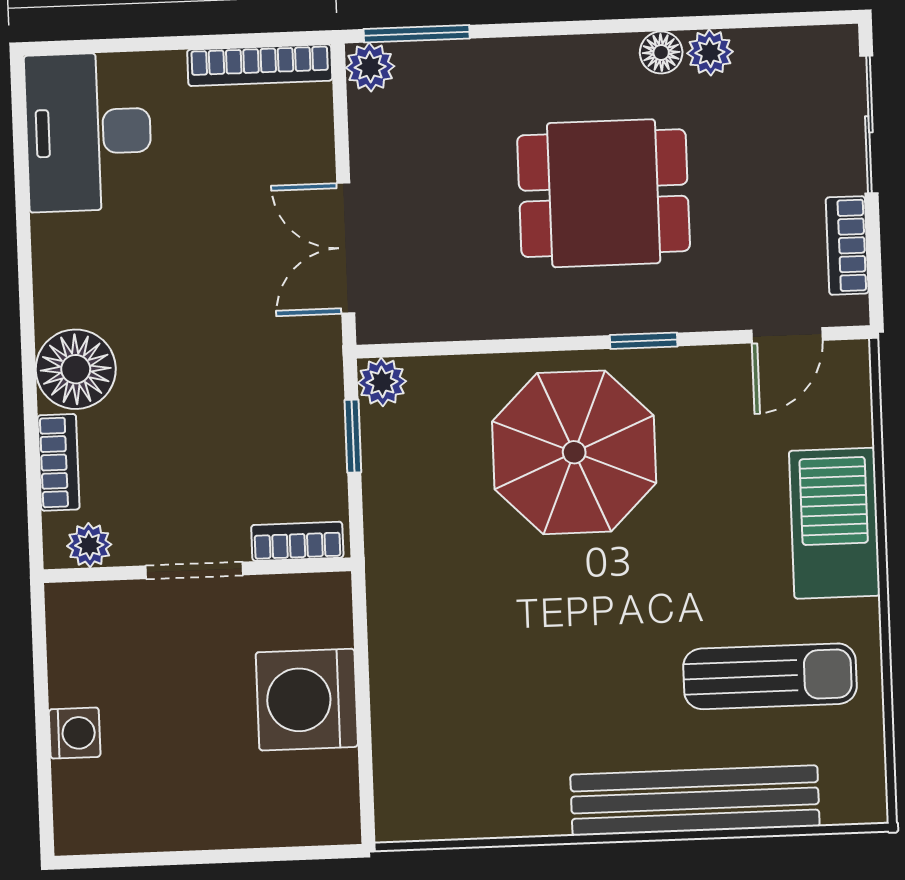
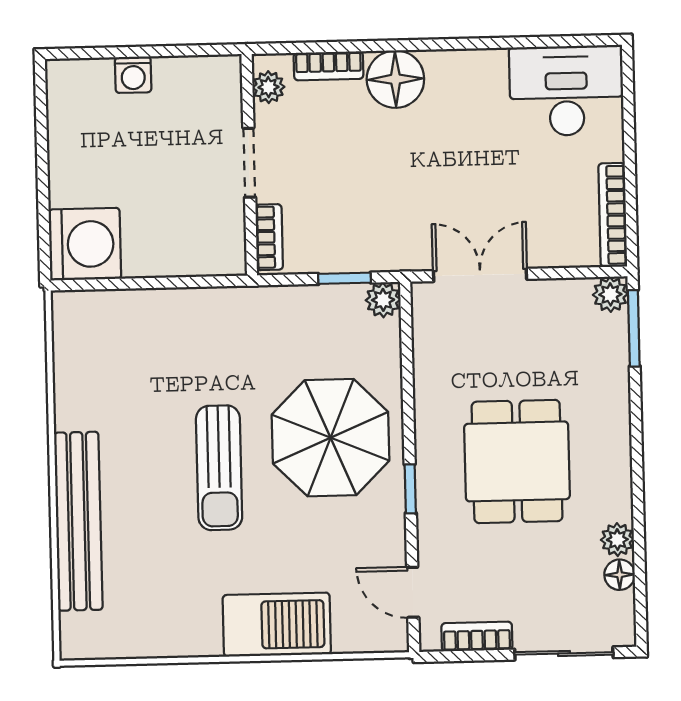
floor lamp: (661, 52) -> (620, 575), moved
sun lounger: (770, 676) -> (219, 468), moved
washing machine: (307, 700) -> (85, 244), moved, turned 90

